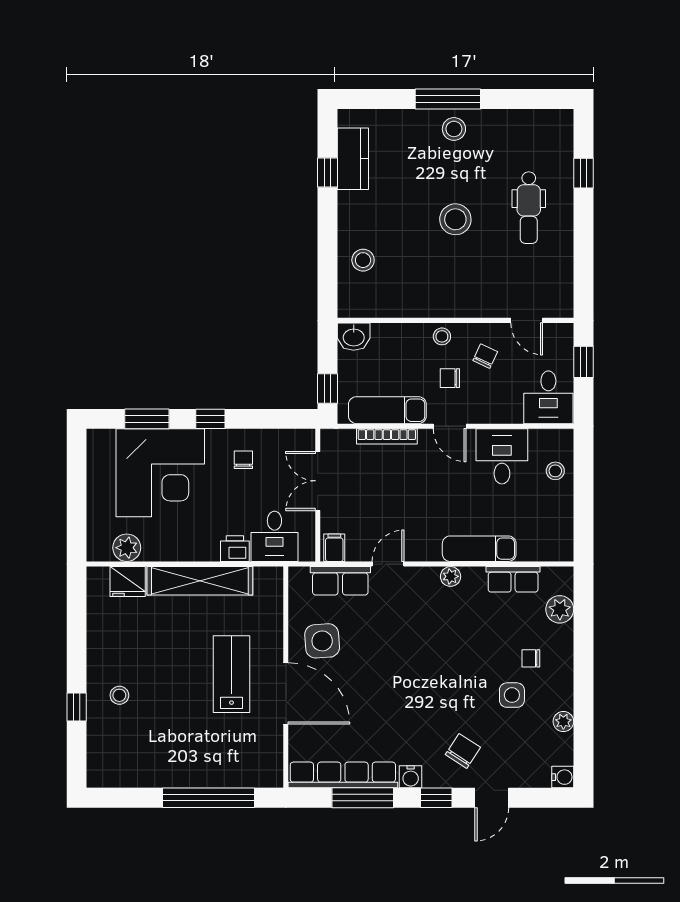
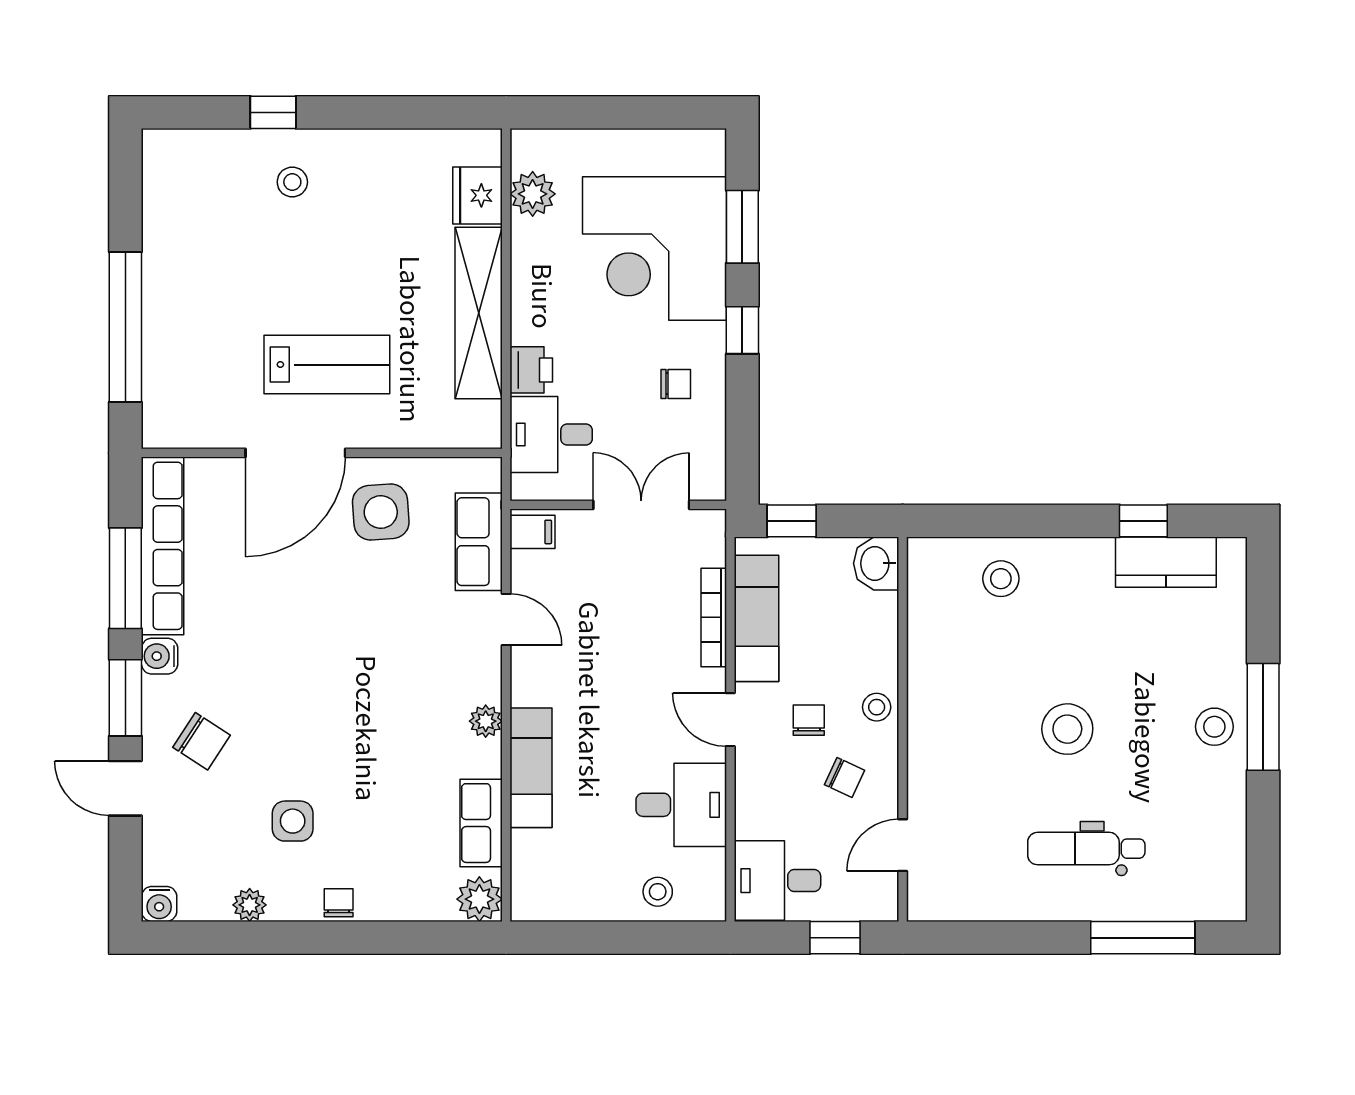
window: (583, 173) -> (1143, 938), width x2.17
door: (450, 426) -> (730, 720), hinge flipped
plant: (560, 609) -> (479, 899), moved
chair: (531, 658) -> (339, 903), moved
window: (436, 798) -> (125, 698), width x1.50

